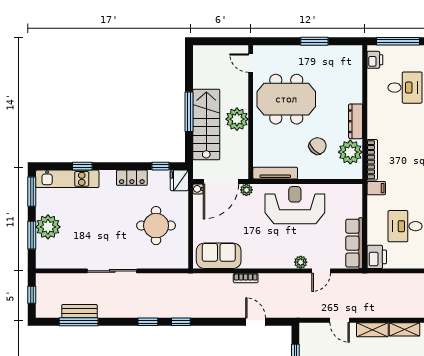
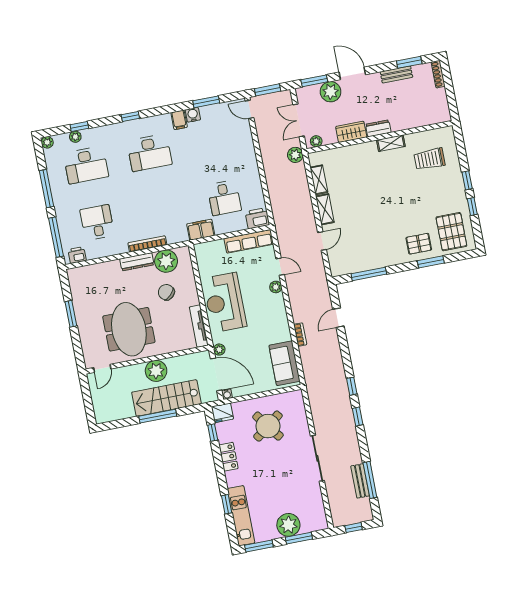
bookcase: (372, 160) -> (147, 244), moved
filing cabinet: (376, 188) -> (201, 230), width x2.00
round table: (156, 226) -> (268, 426), turned -37

